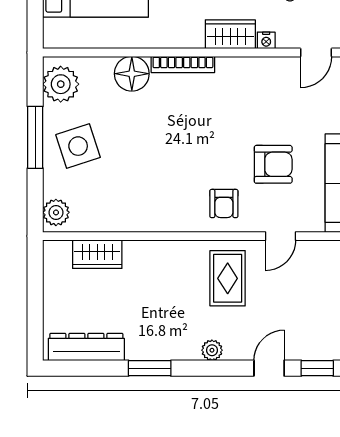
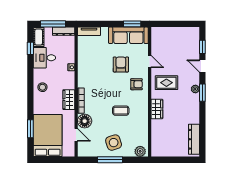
wardrobe: (230, 34) -> (69, 100), moved
door: (316, 53) -> (76, 135), moved
plant: (61, 84) -> (89, 149), removed
coffee table: (158, 164) -> (121, 111), added
wardrobe: (97, 254) -> (157, 109), moved
window: (150, 368) -> (202, 93), moved

